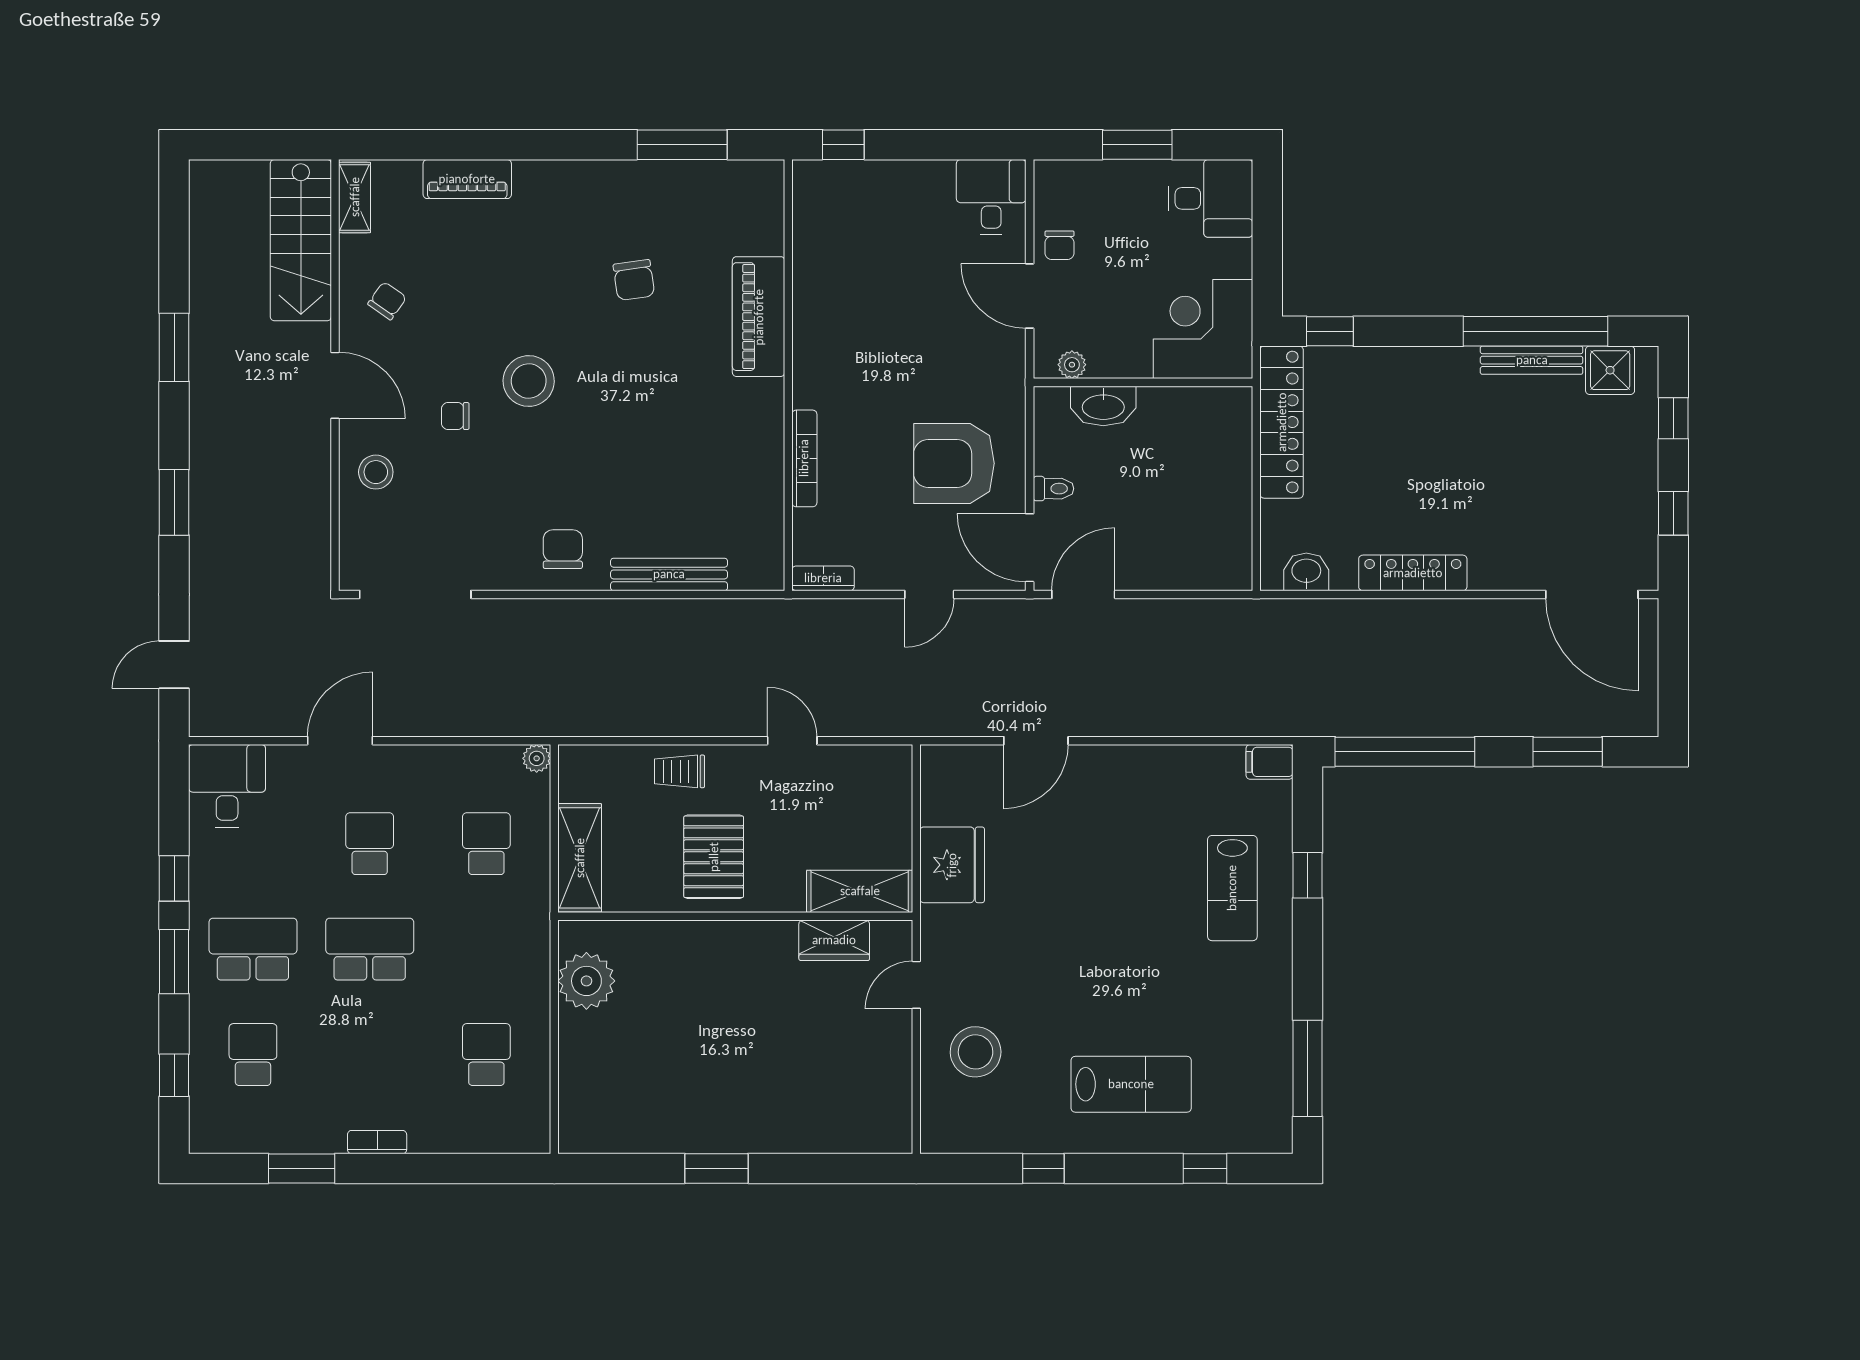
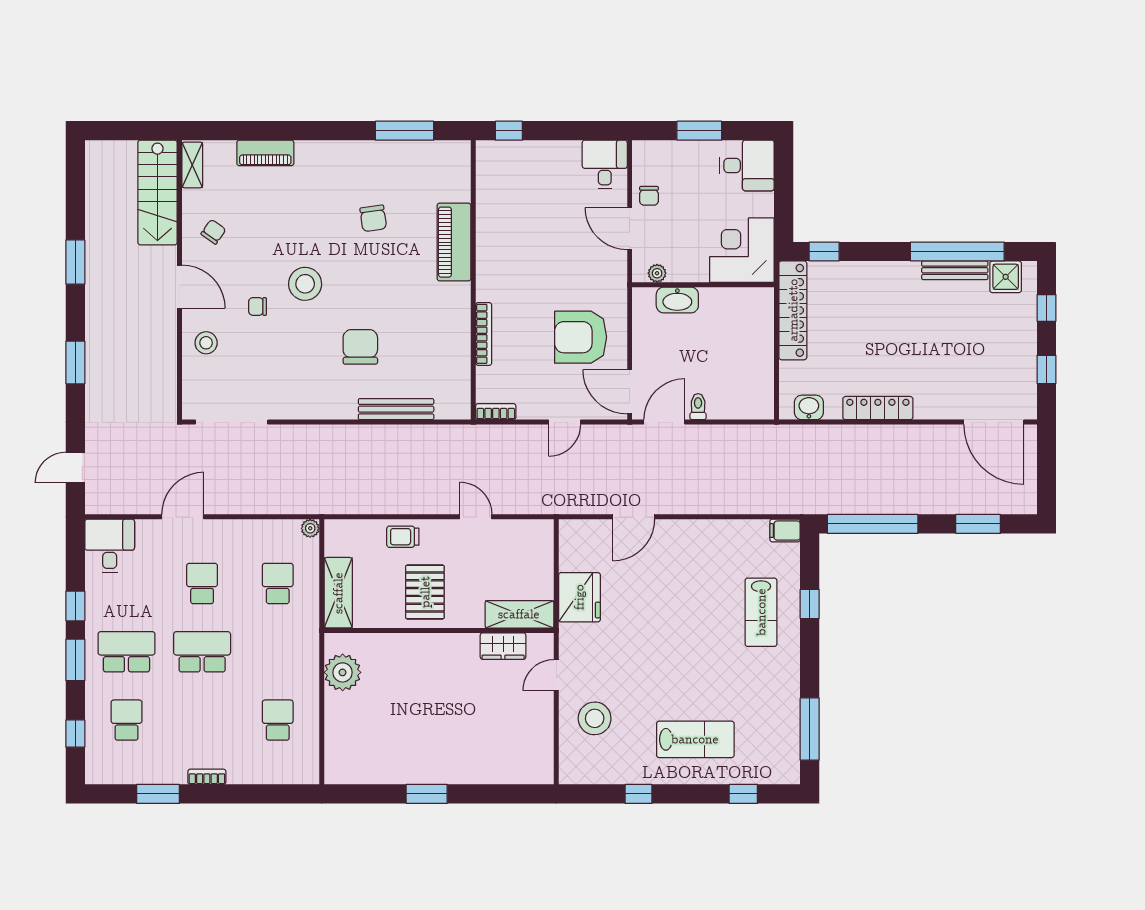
toilet: (1053, 489) -> (698, 407), moved, turned -90
chair: (563, 549) -> (360, 347), moved, width x1.37, depth x1.37

